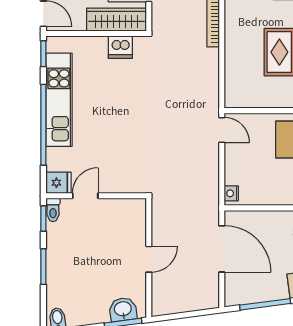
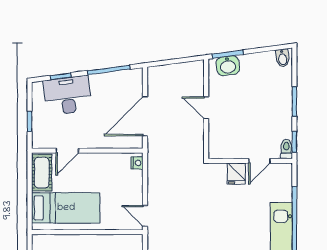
fridge: (58, 183) -> (236, 173), moved, turned -90
door: (222, 249) -> (145, 116), hinge flipped
door: (149, 259) -> (206, 108), hinge flipped

